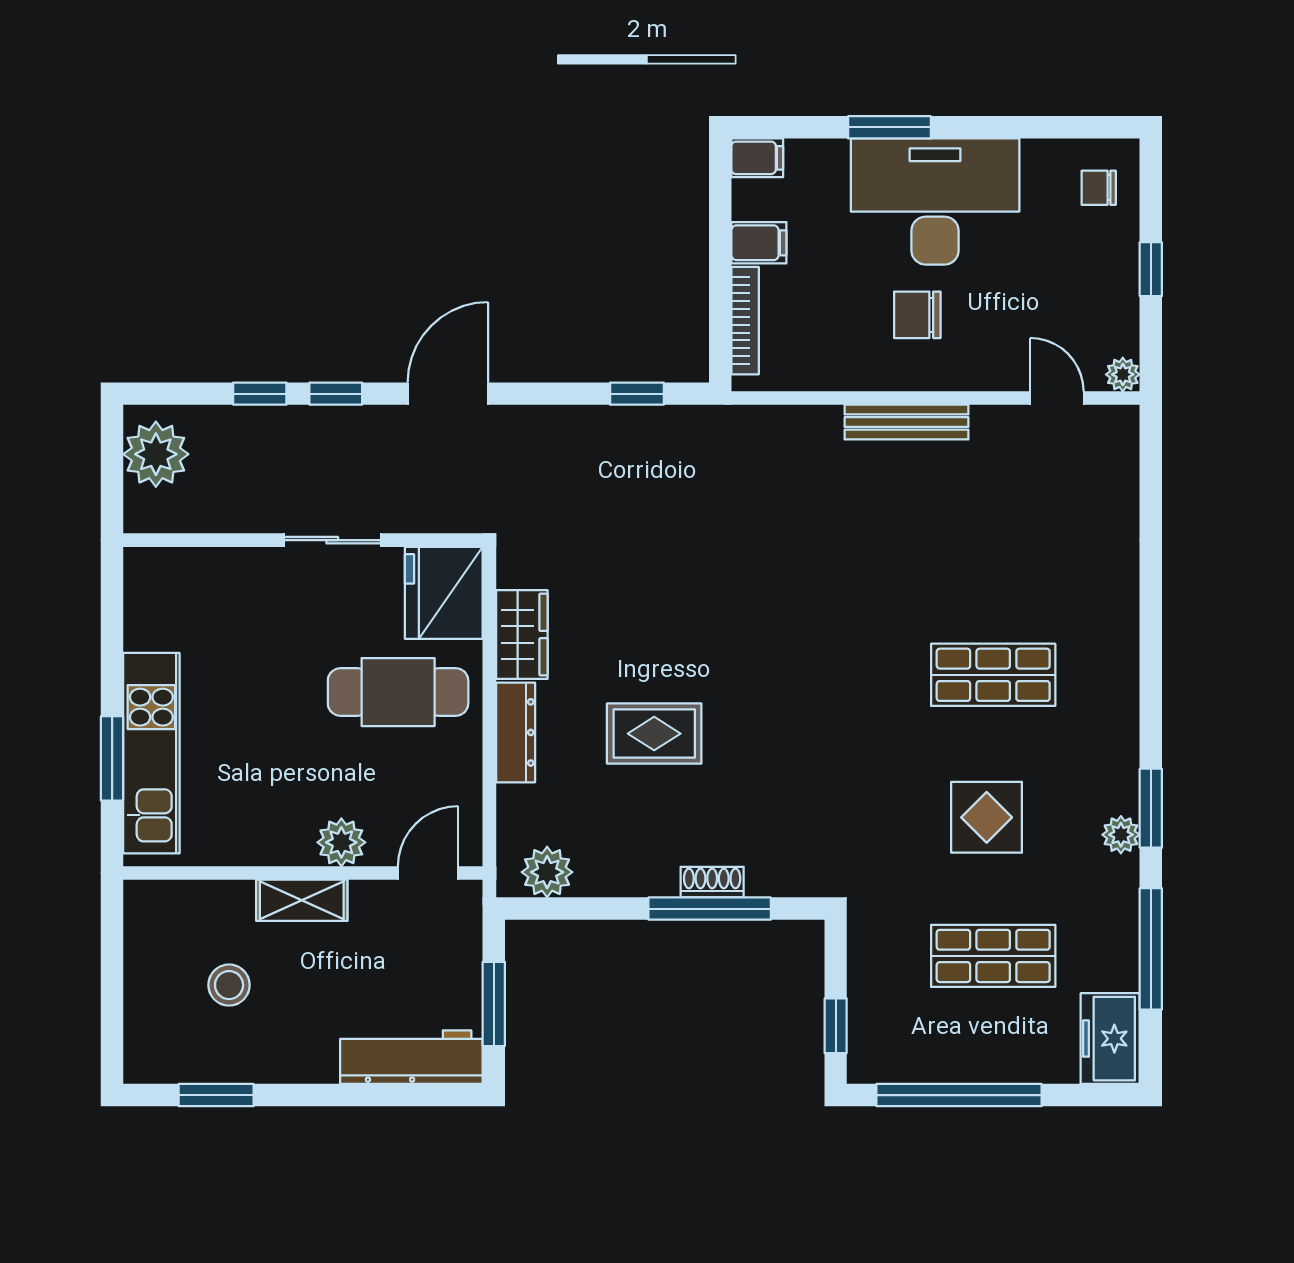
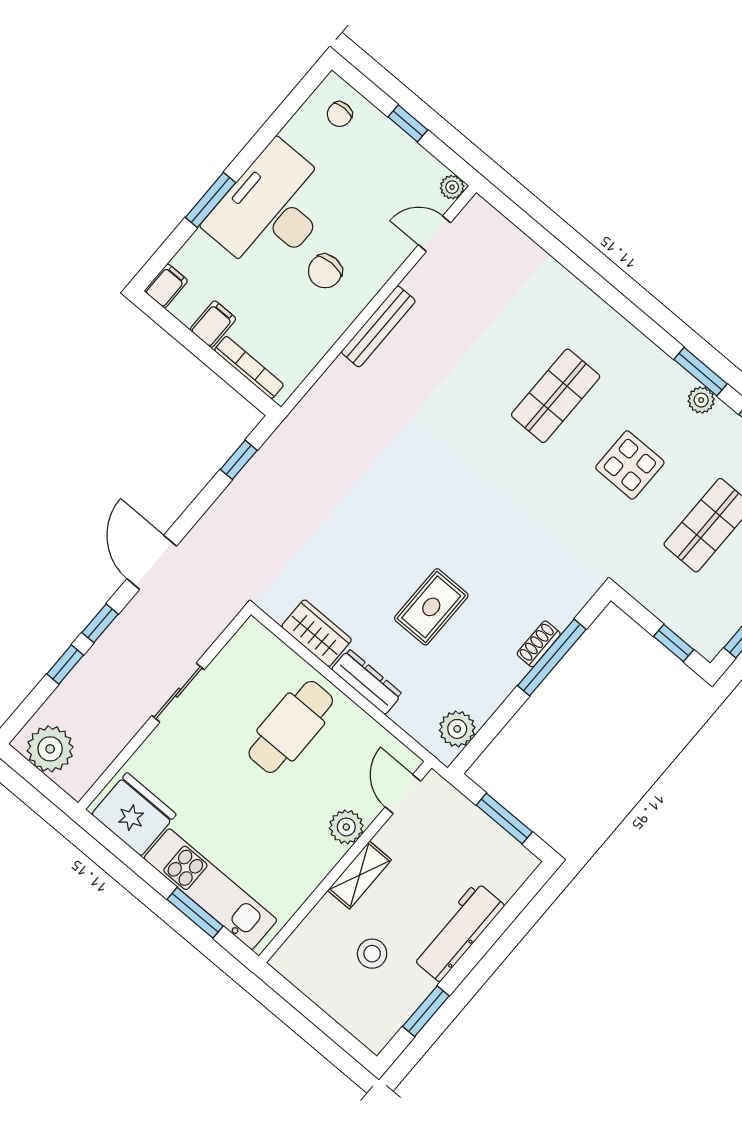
fridge: (444, 593) -> (134, 814), moved, turned 180
workbench: (411, 1057) -> (458, 932), moved

